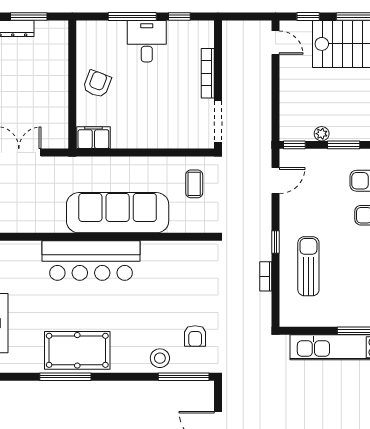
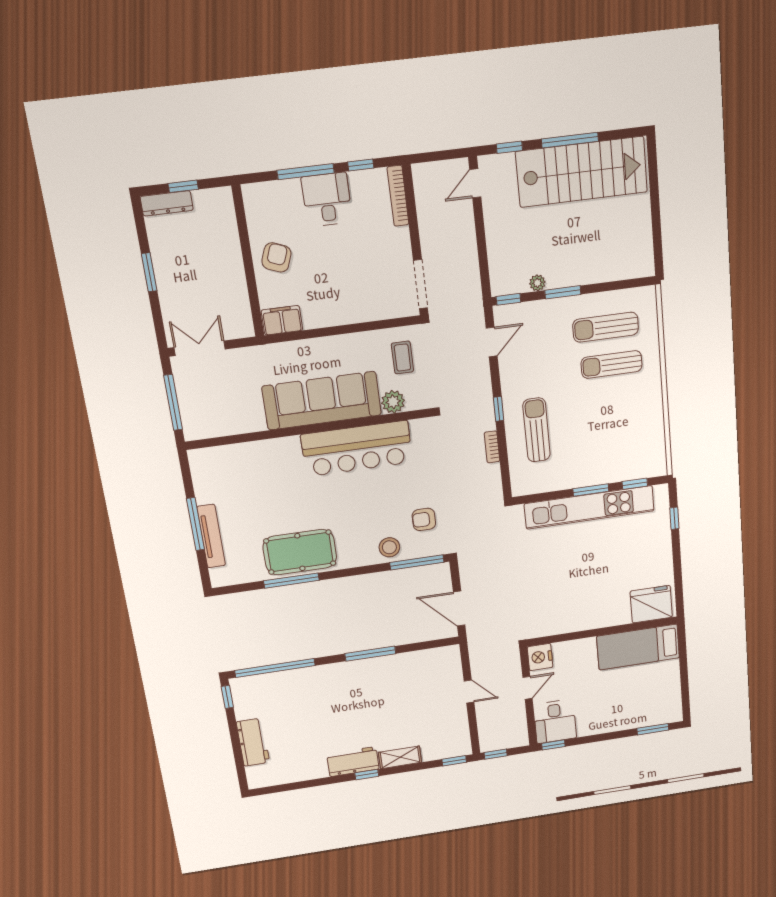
window: (29, 16) -> (183, 186), width x0.67
door: (275, 43) -> (475, 183), swing flipped
bookcase: (208, 73) -> (398, 196), moved
plant: (181, 222) -> (393, 402), added
bar counter: (91, 261) -> (357, 449), moved
armchair: (195, 336) -> (424, 519), turned 90

